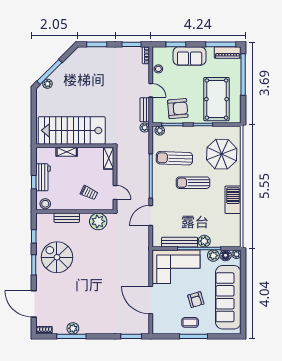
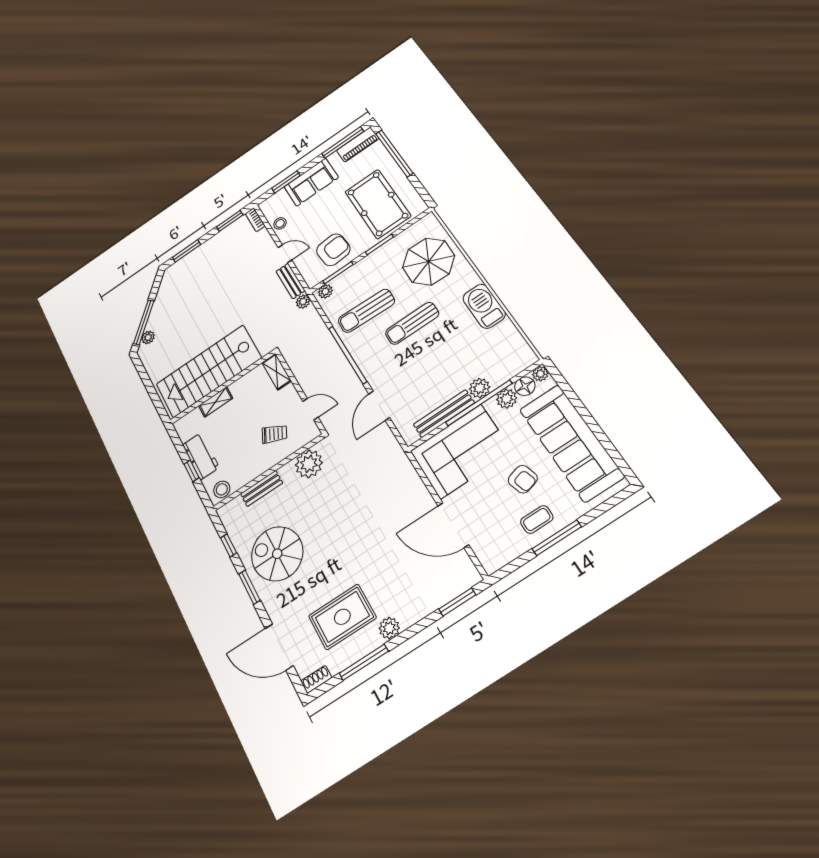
rug: (73, 309) -> (342, 617), added
plant: (73, 328) -> (389, 628), moved

